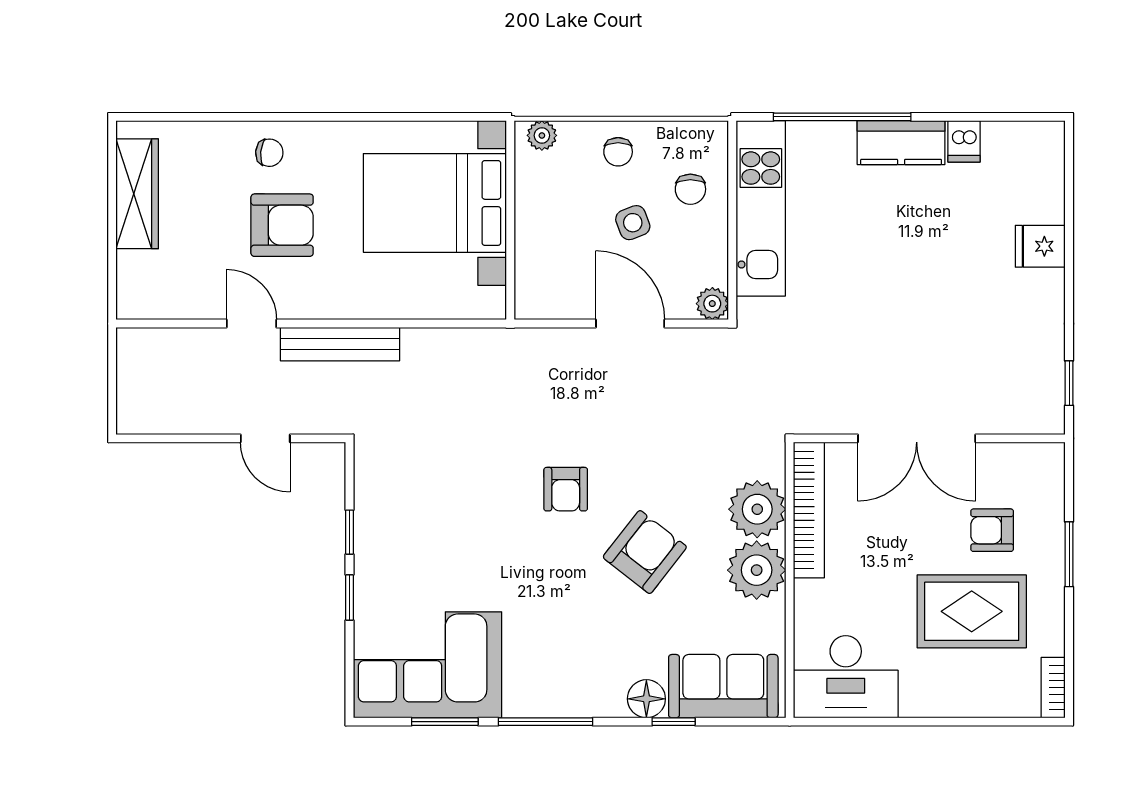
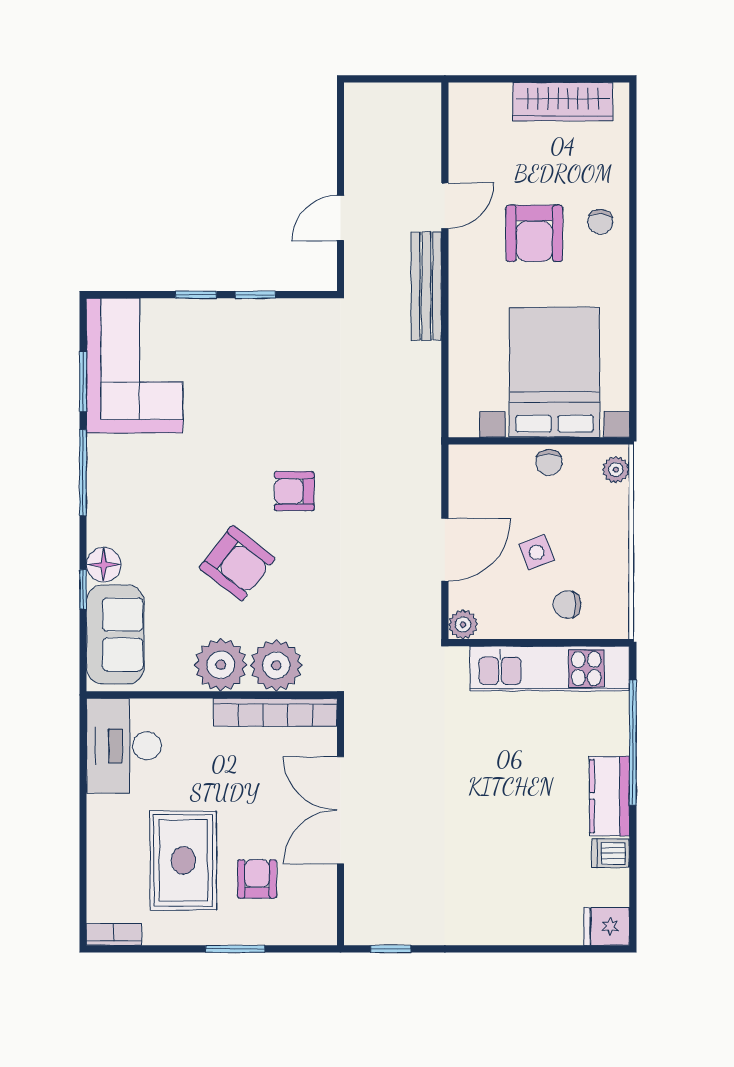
chair: (618, 152) -> (549, 462), moved, turned -90
fridge: (1040, 246) -> (607, 926), moved, turned -90

